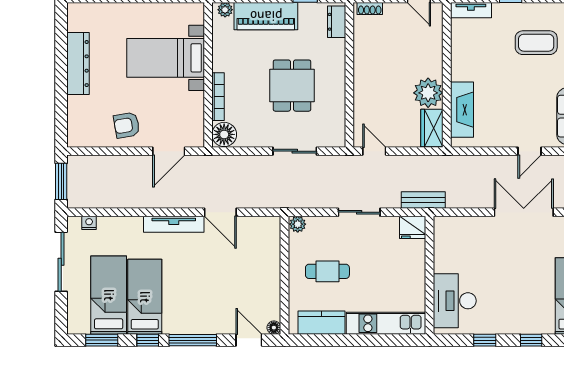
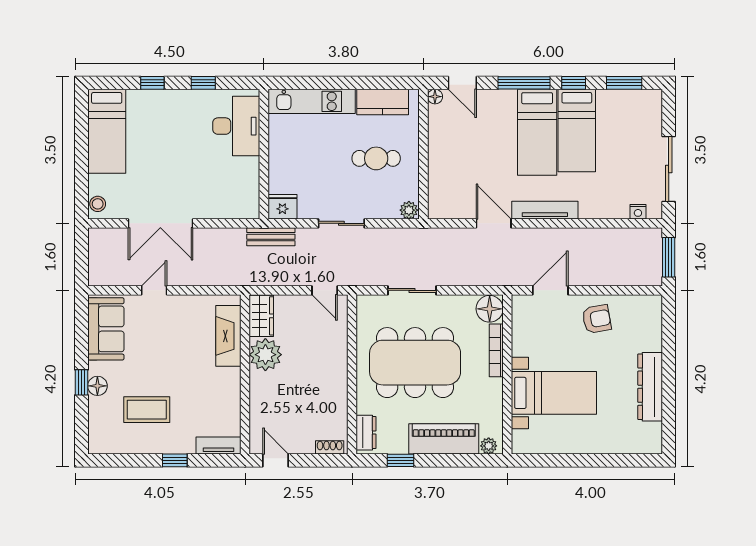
dining table: (292, 86) -> (415, 363), width x1.87, depth x1.24
bed: (109, 295) -> (537, 132), moved

